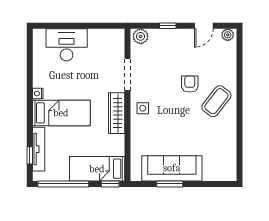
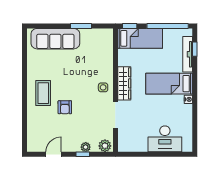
plant: (228, 35) -> (86, 147), moved
coffee table: (216, 101) -> (43, 93), turned -38
sofa: (172, 168) -> (55, 39), moved

